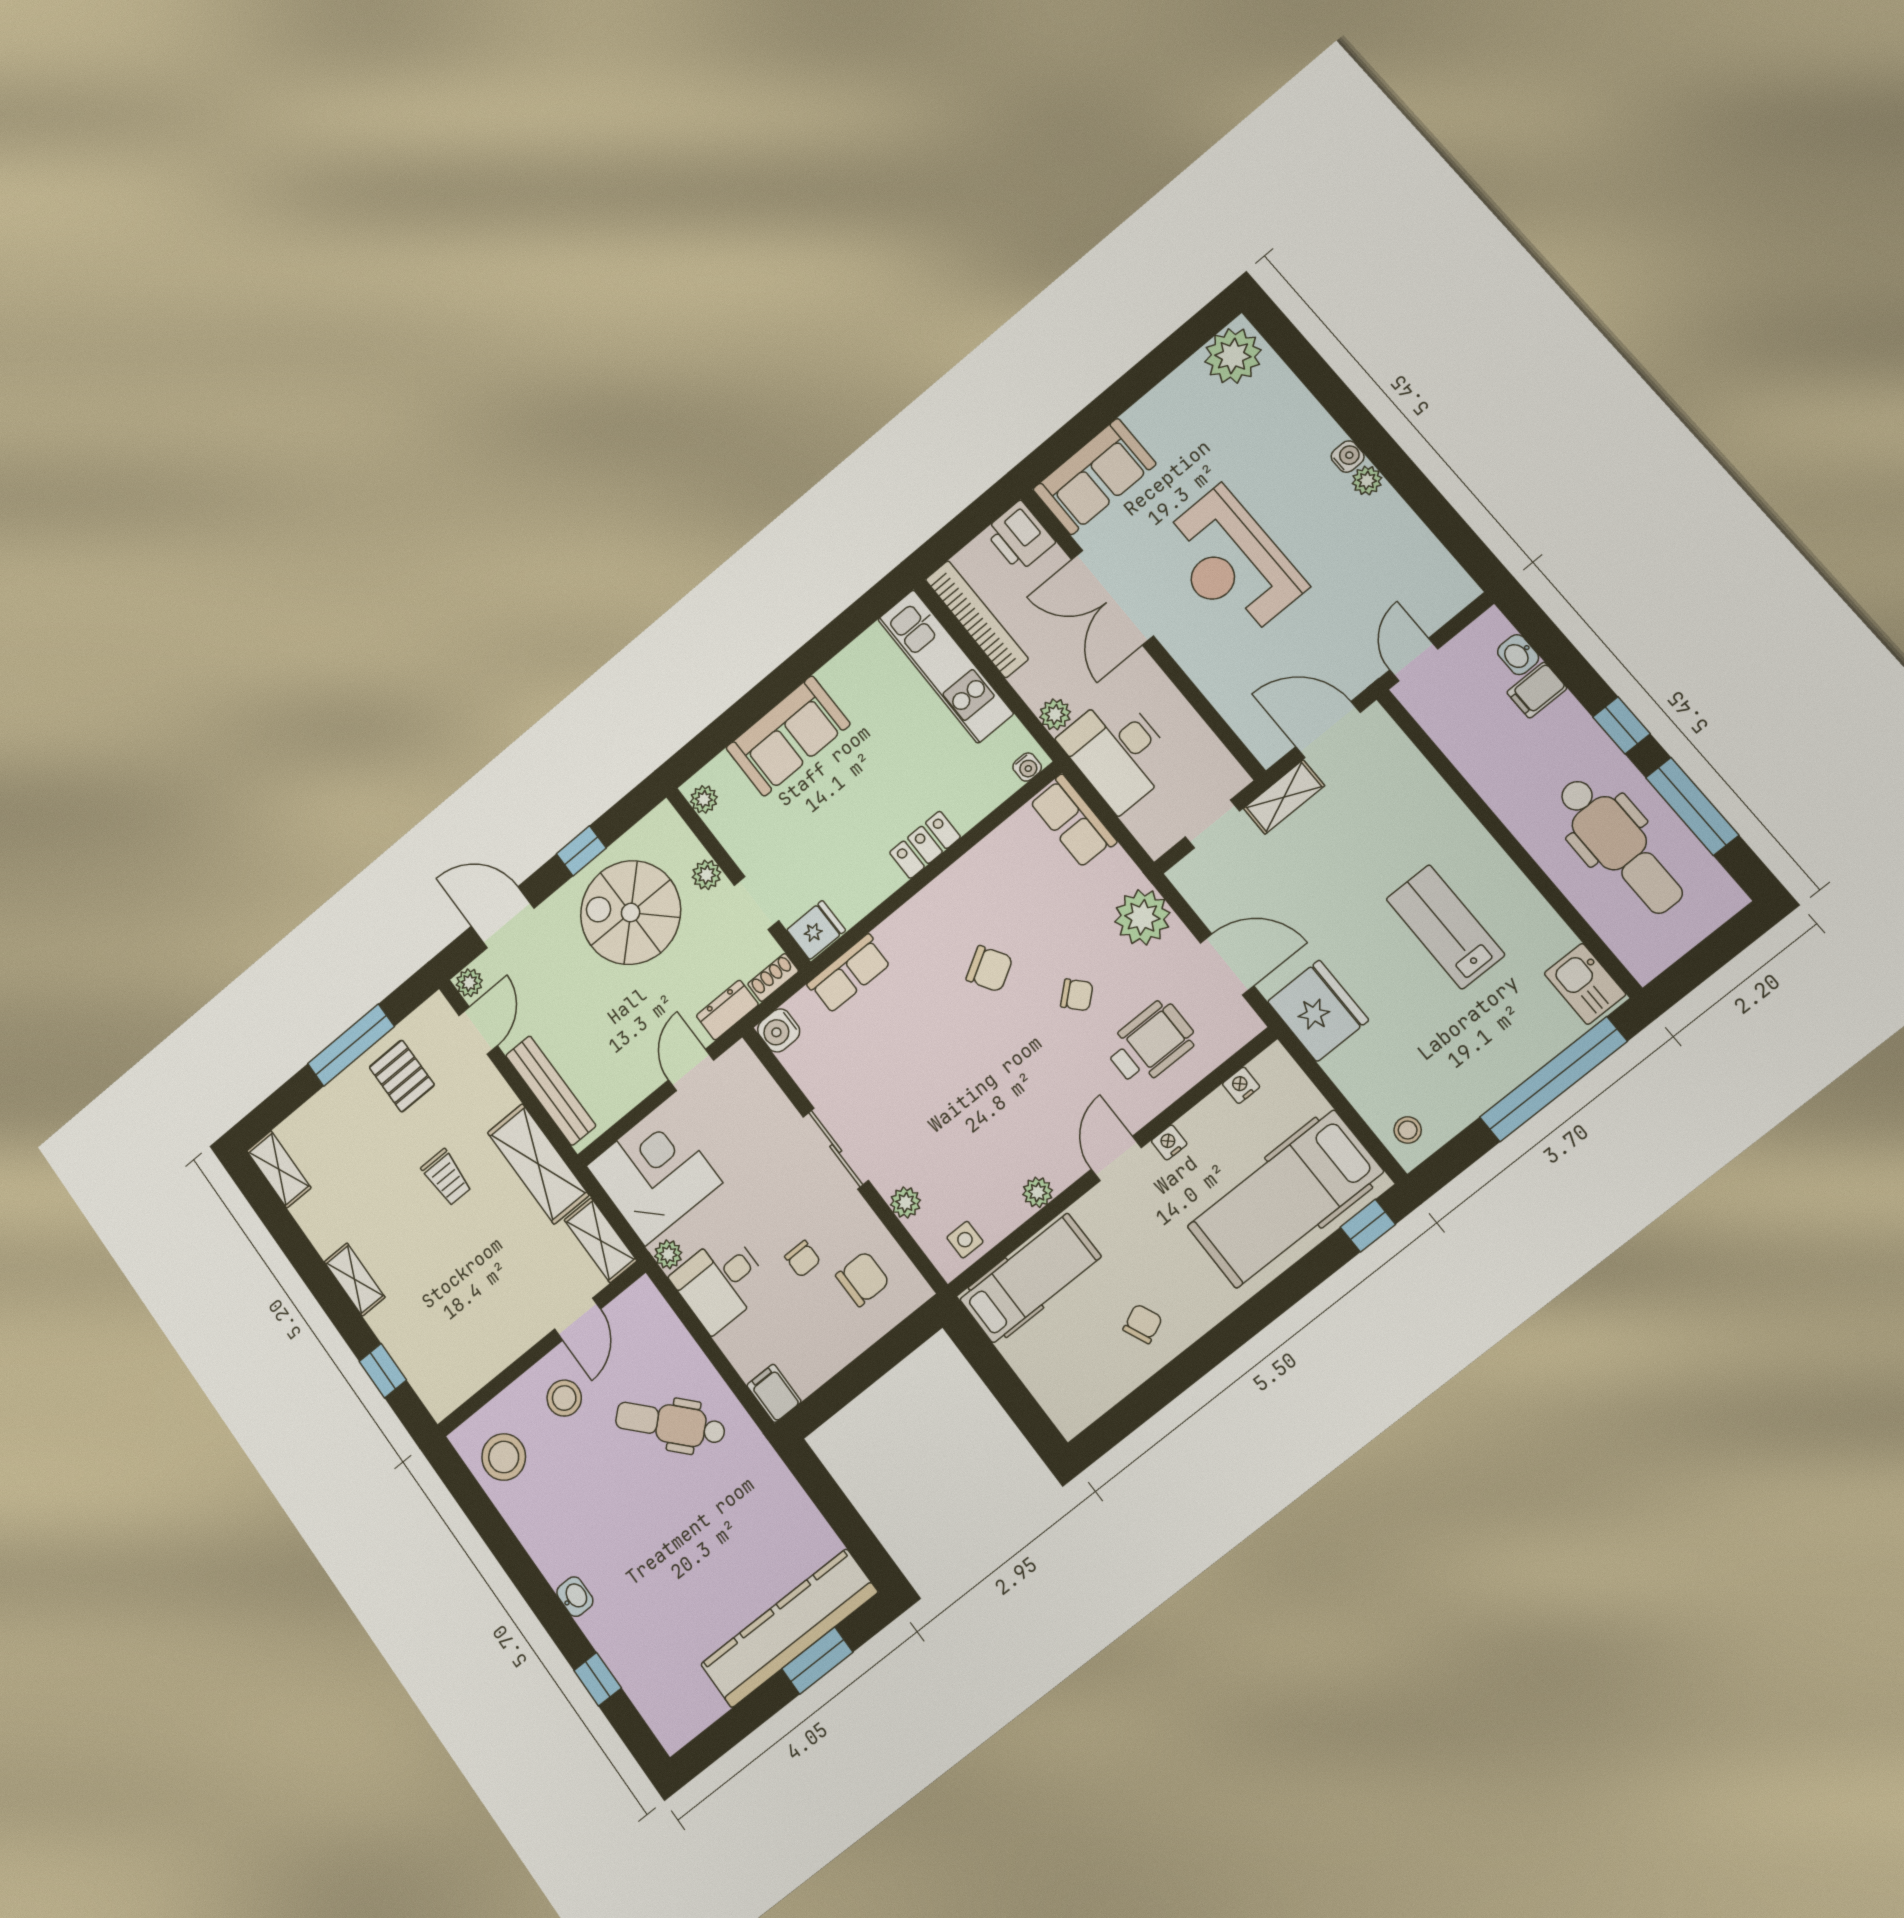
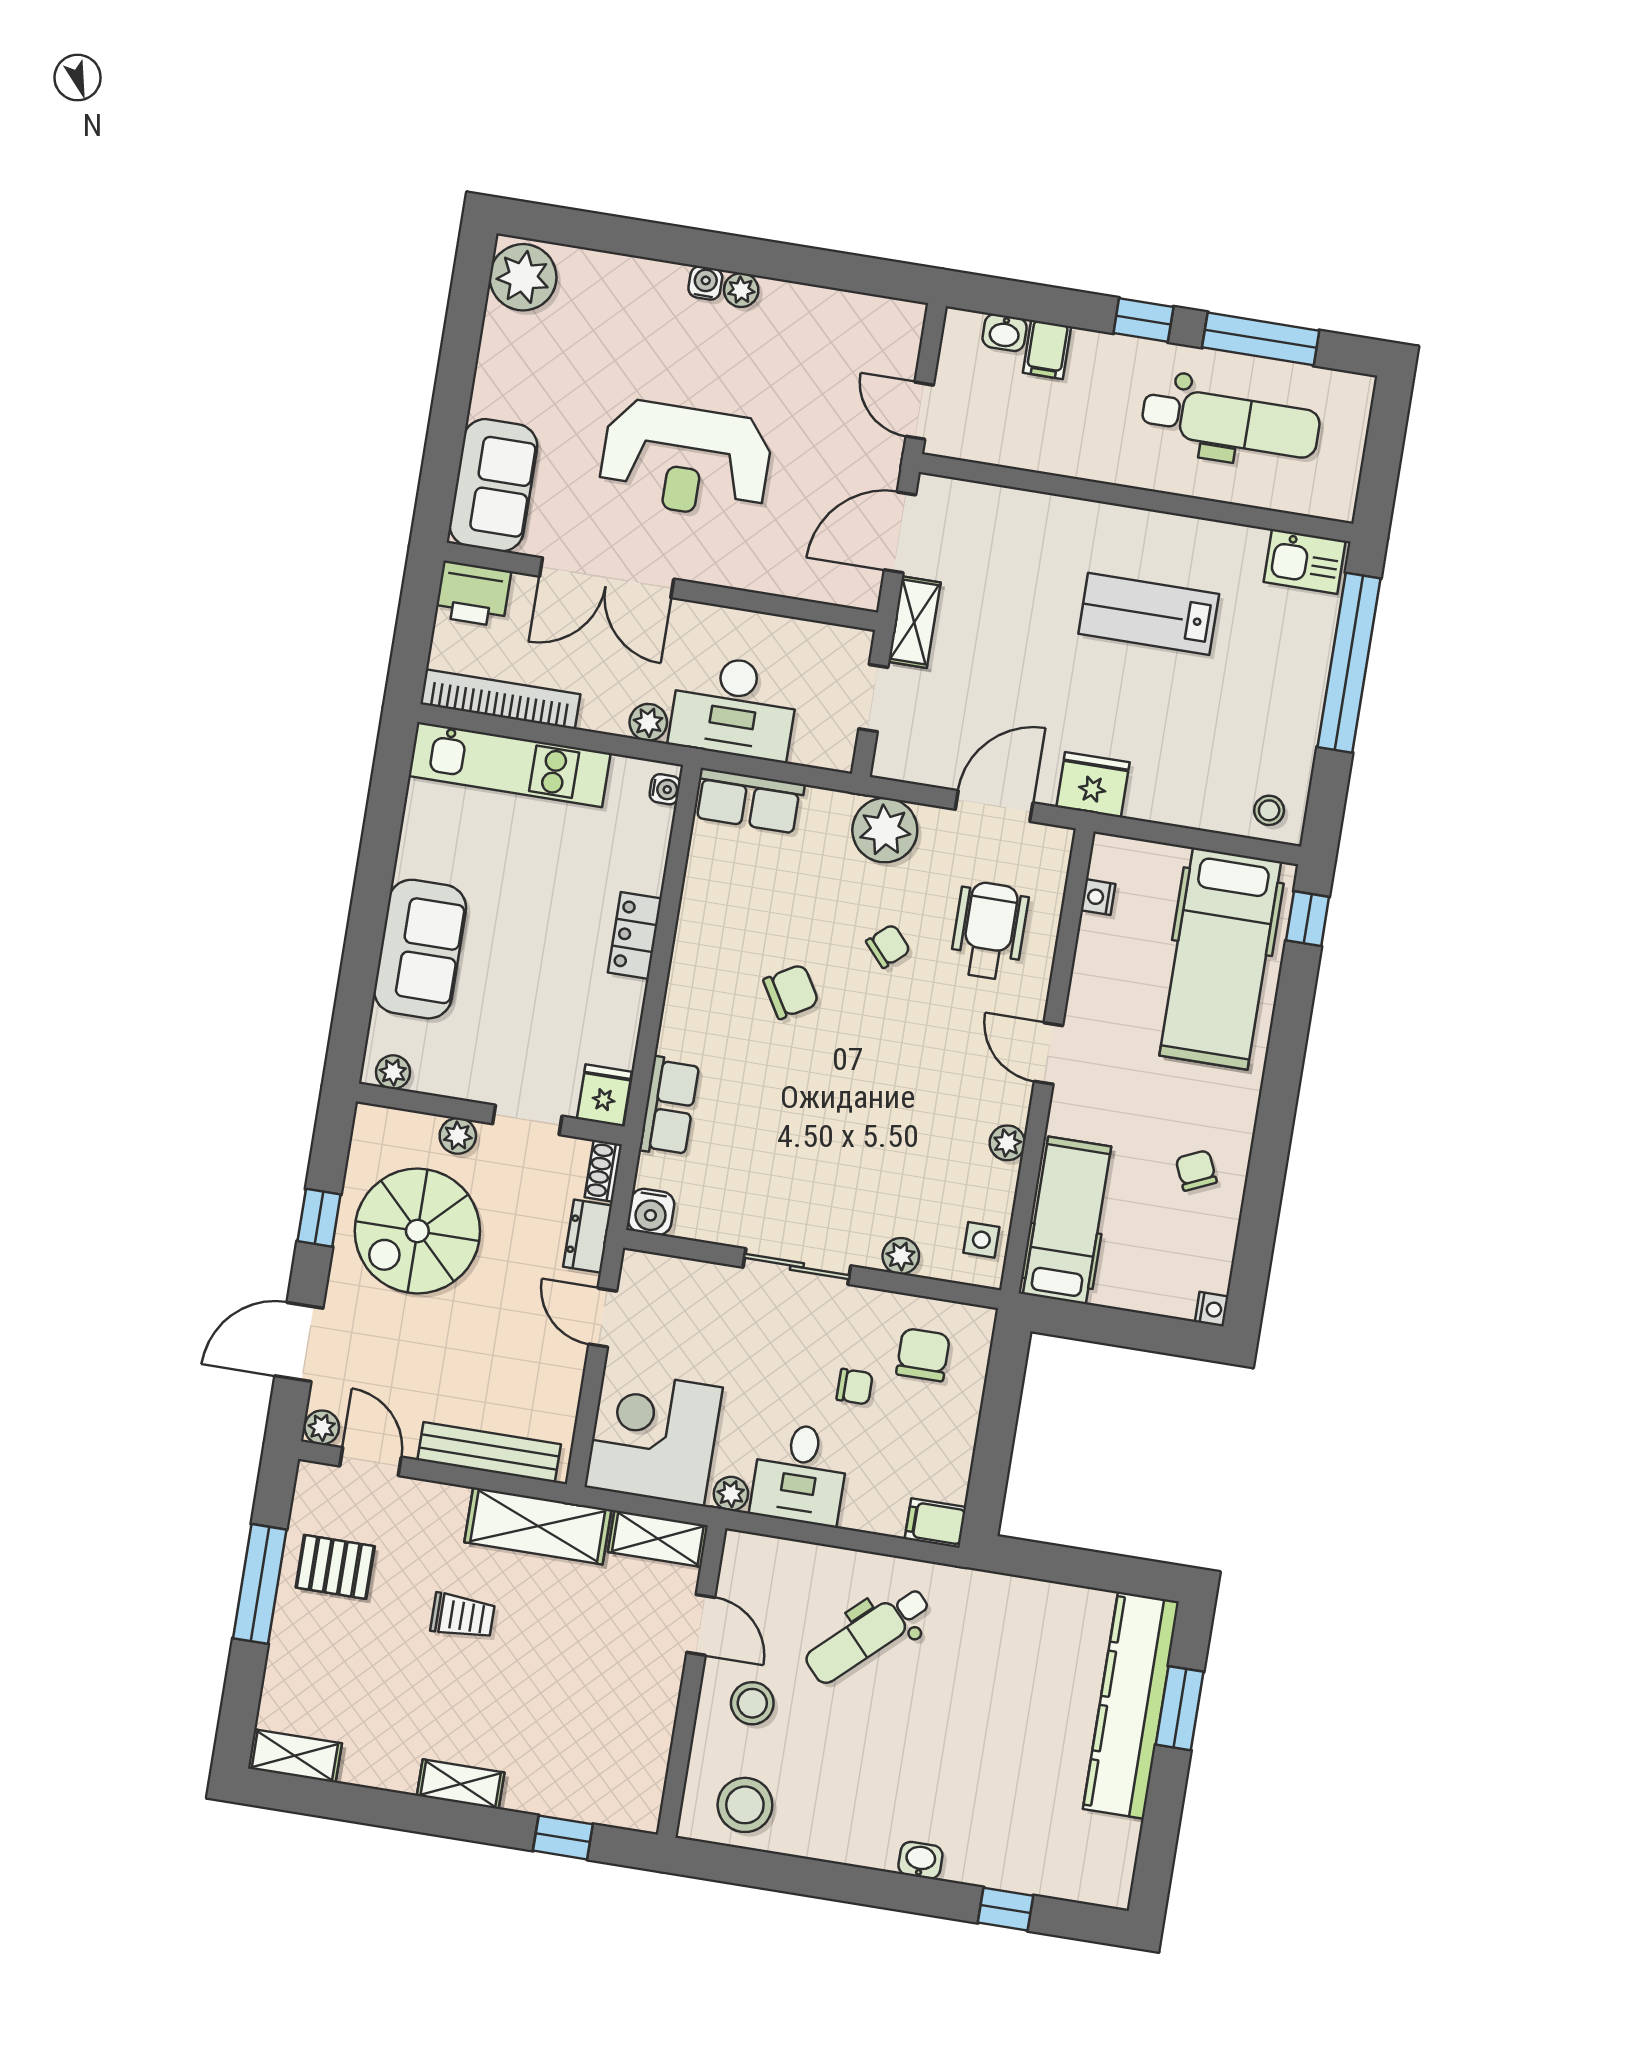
fridge: (1318, 1011) -> (1093, 785), width x0.73, depth x0.75
nightstand: (1169, 1142) -> (1212, 1309), moved, turned 180

